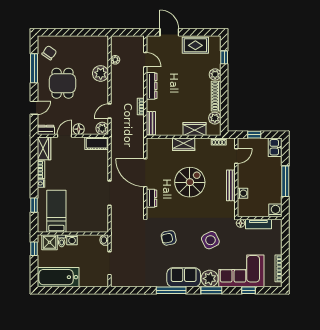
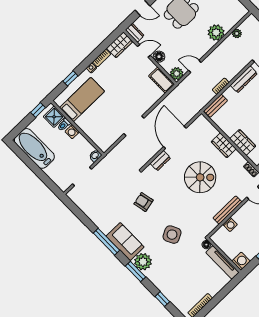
tv unit: (258, 224) -> (222, 262), width x1.41
corner sofa: (241, 271) -> (172, 280), removed

